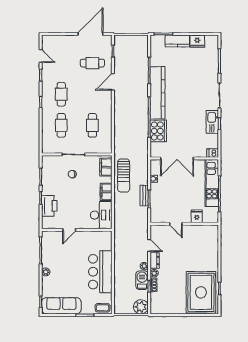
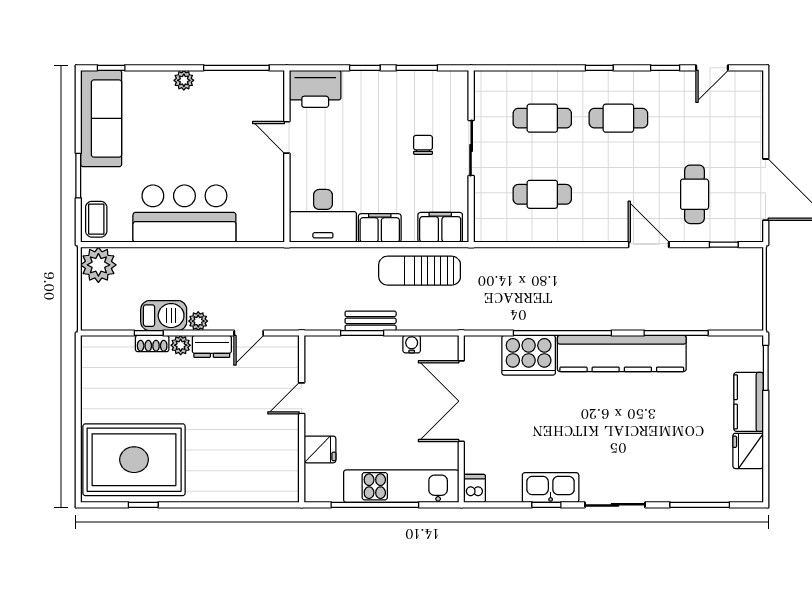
printer: (49, 206) -> (315, 89), moved
plant: (141, 307) -> (98, 265), moved

